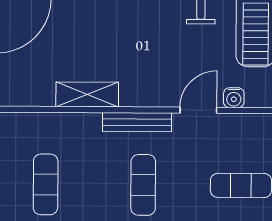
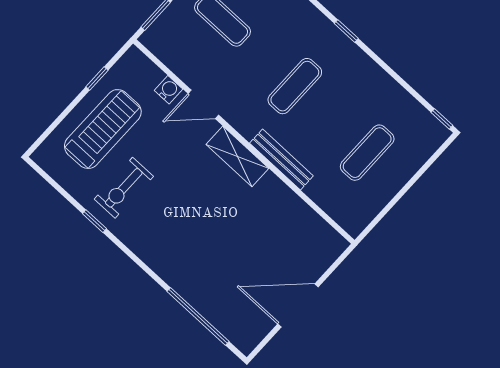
shelving: (87, 95) -> (237, 156), moved
bench: (137, 122) -> (281, 159), moved

